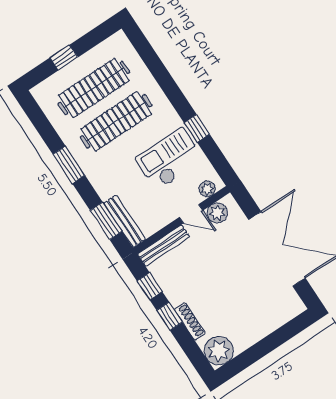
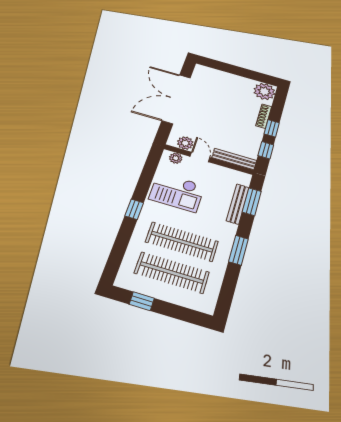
window: (64, 58) -> (142, 301), moved
window: (197, 128) -> (134, 209), moved
bench: (125, 221) -> (238, 204), moved

